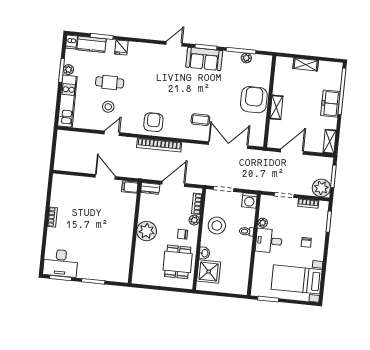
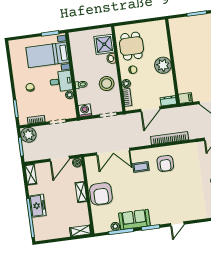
sofa: (204, 59) -> (134, 219), moved
shelving: (306, 65) -> (81, 231), moved
armchair: (153, 122) -> (165, 163), moved
boiler: (273, 142) -> (77, 163), added
bed with nightstands: (297, 279) -> (47, 55), moved, turned 180

